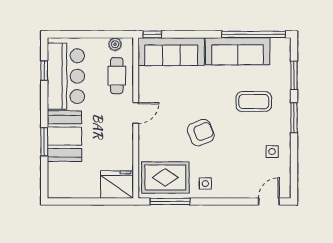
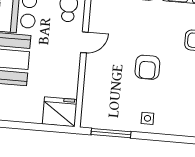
armchair: (201, 133) -> (147, 67), turned 112
rug: (165, 177) -> (108, 109), removed

